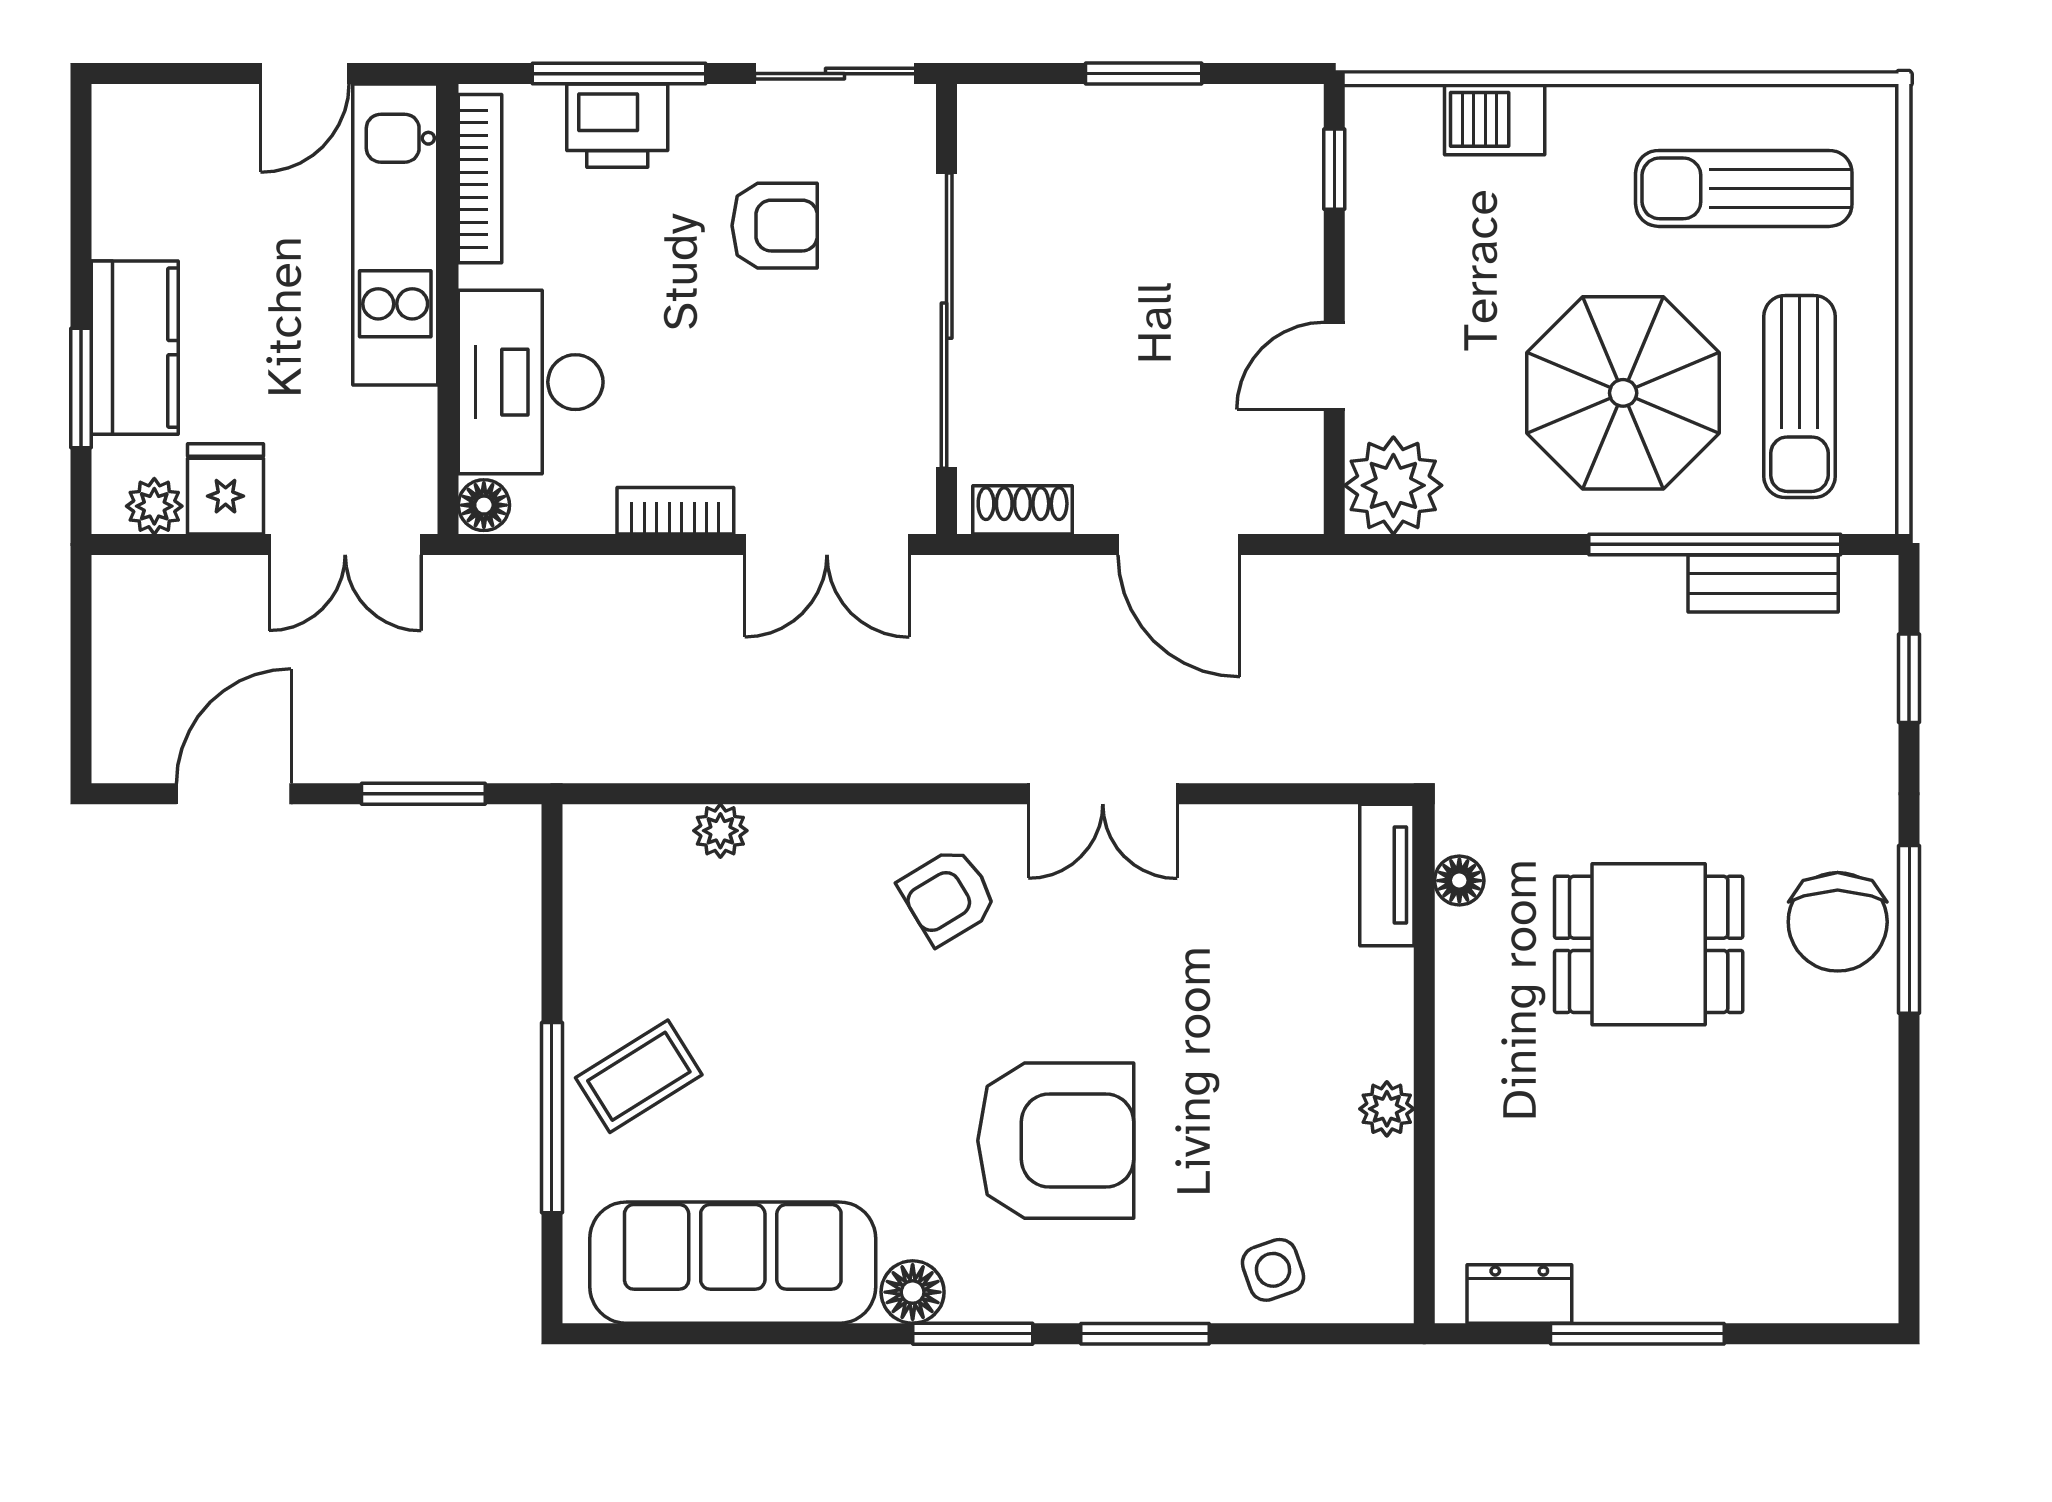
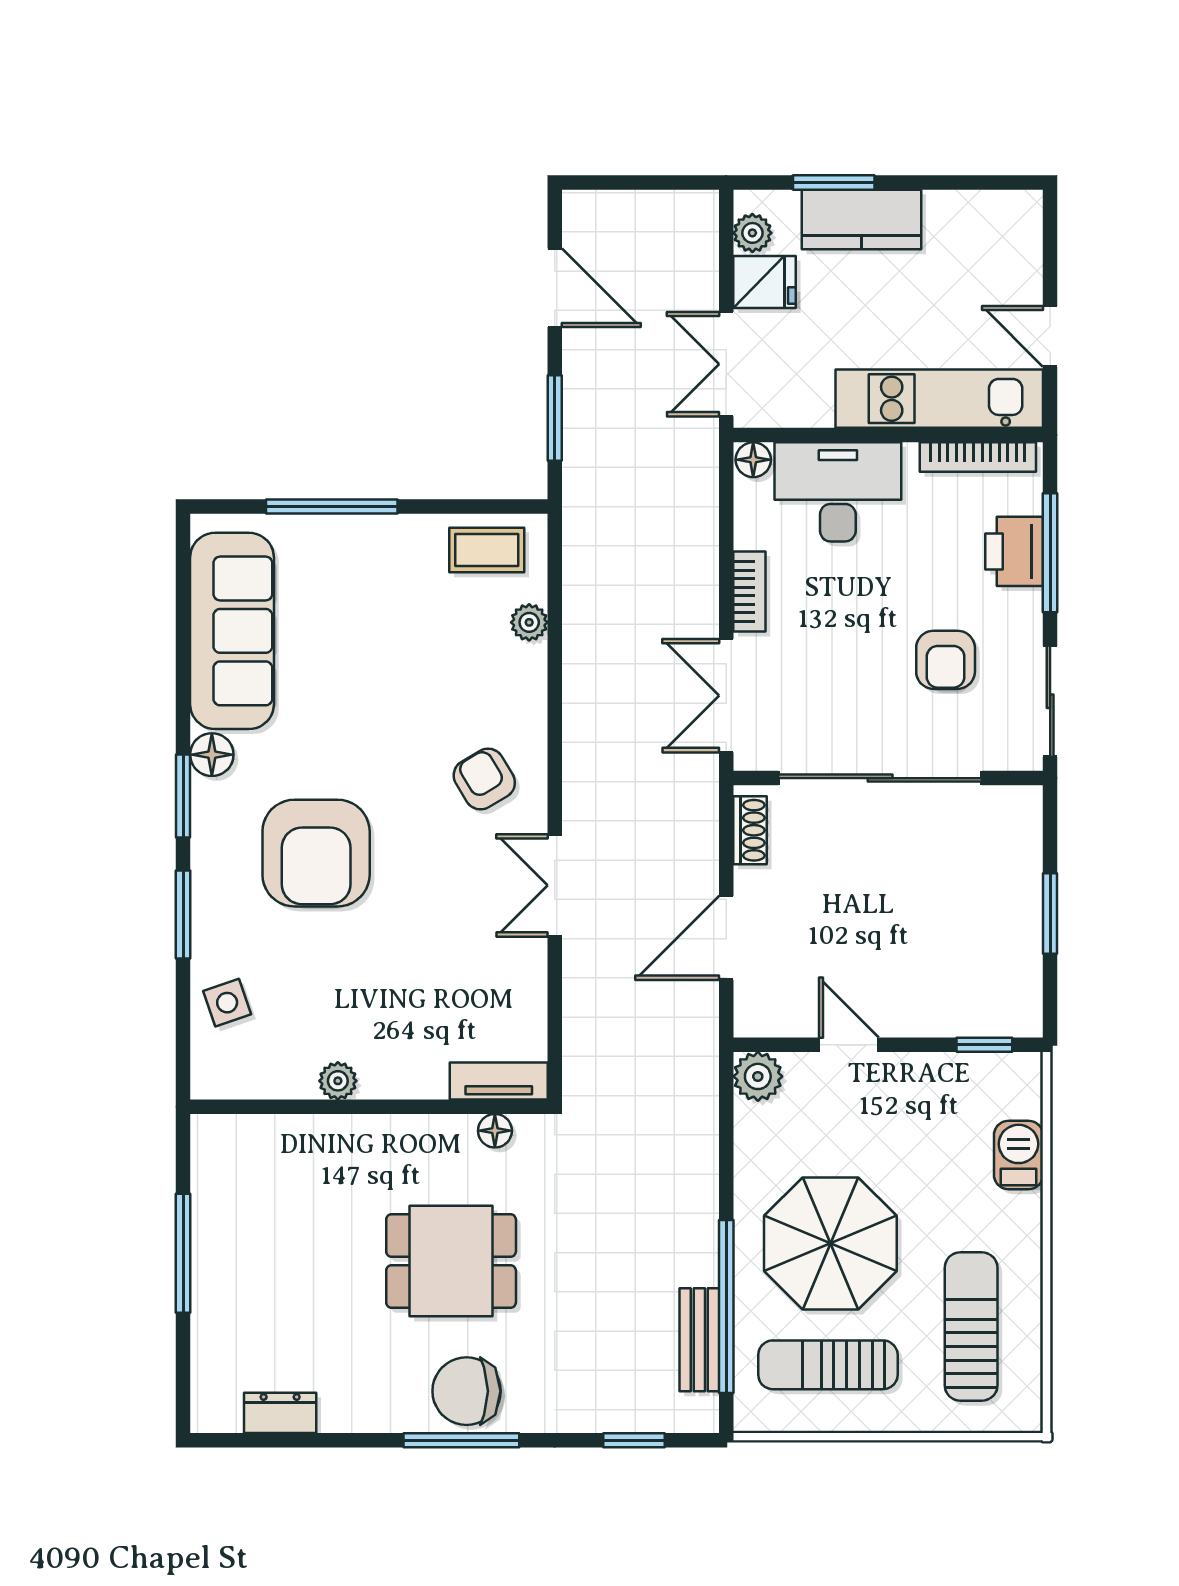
plant: (1393, 485) -> (758, 1076), width x0.73, depth x0.73
dining table: (1649, 944) -> (451, 1261), turned 90
coffee table: (639, 1076) -> (487, 550), moved, turned -58
dresser: (1519, 1294) -> (280, 1413), moved, turned -90

